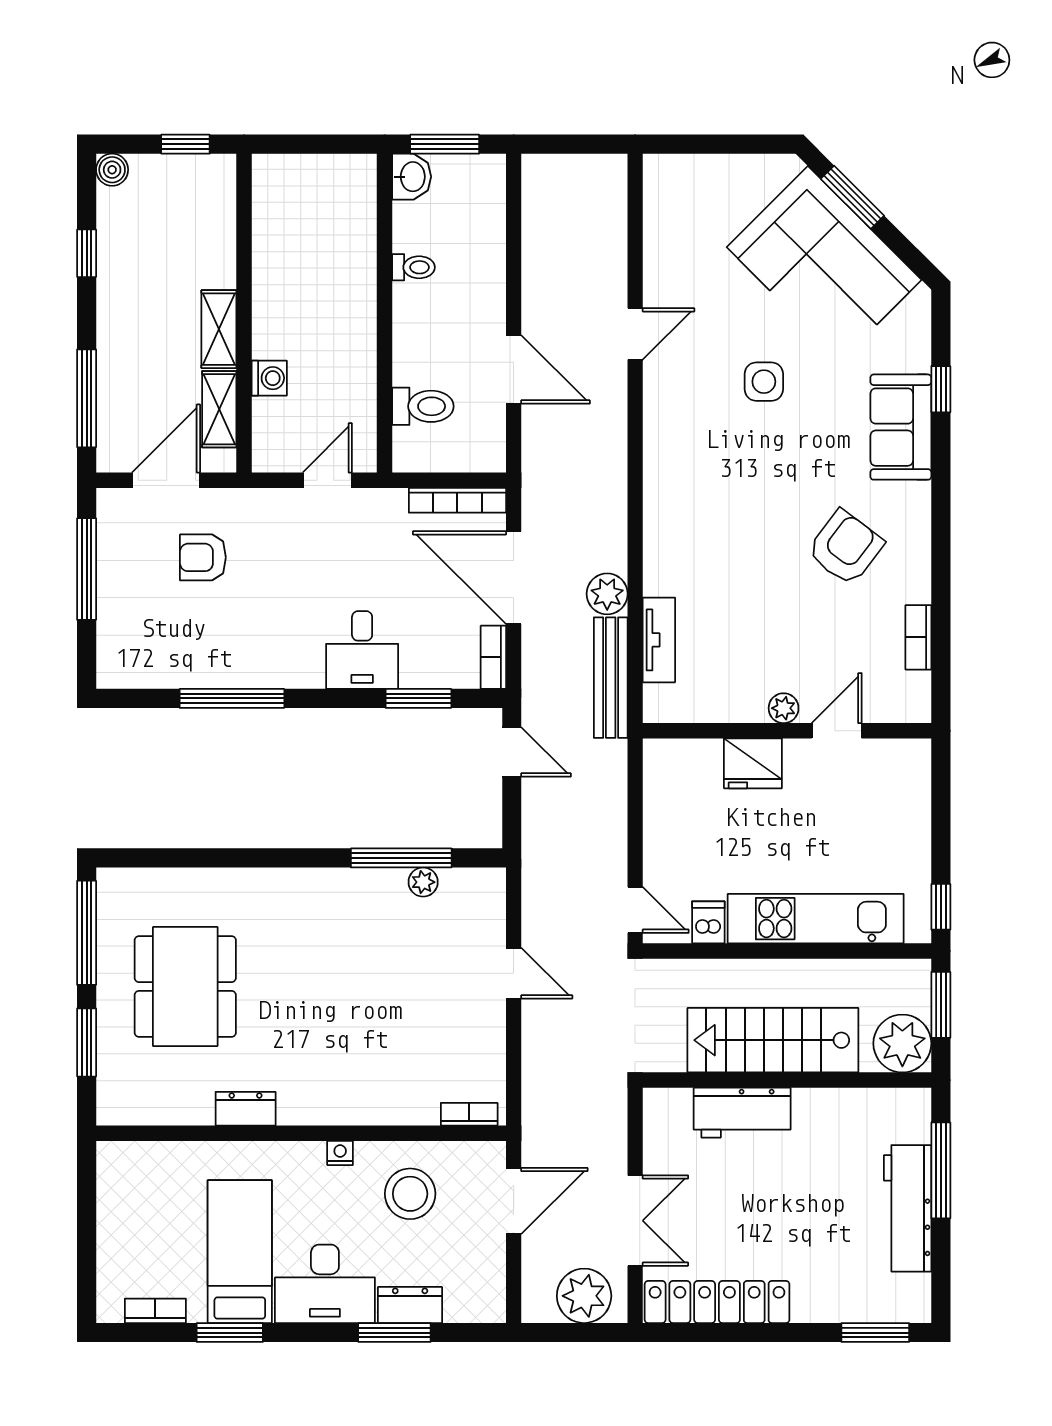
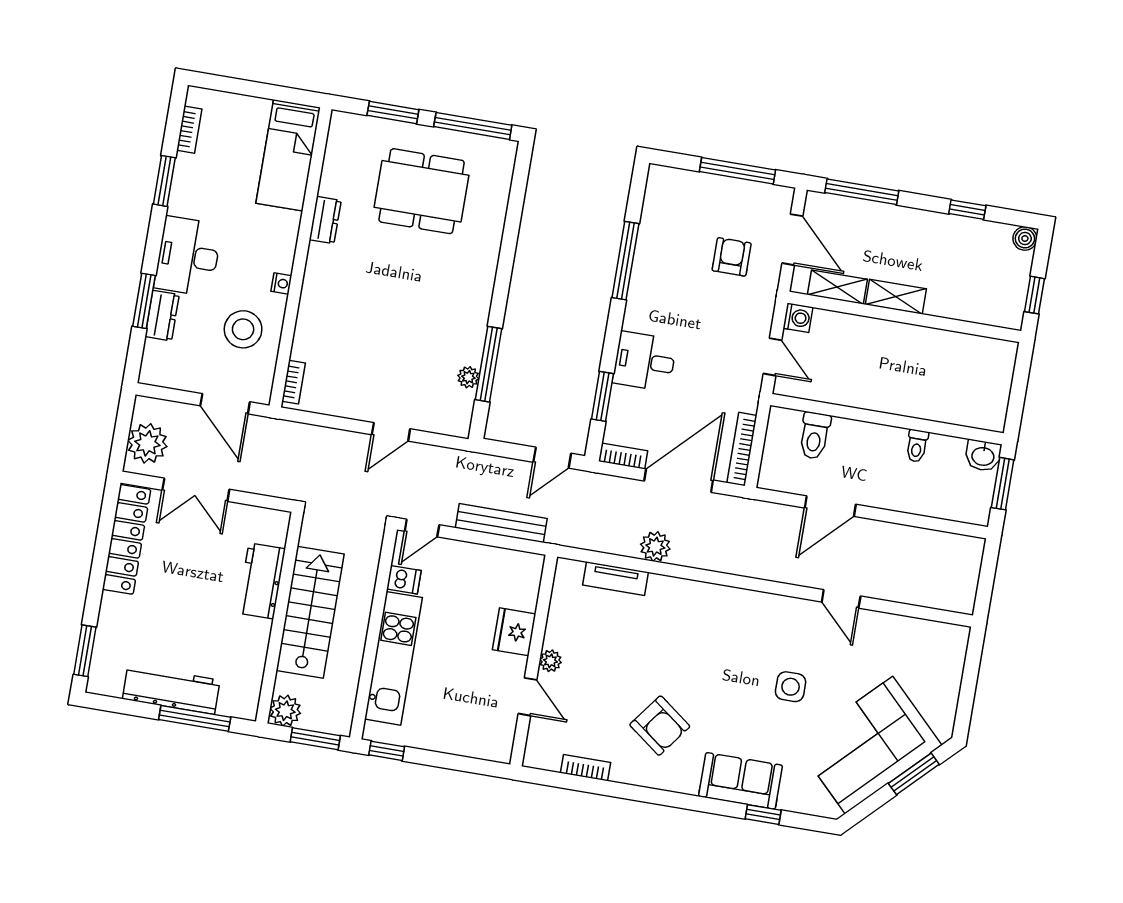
washing machine: (269, 378) -> (798, 318), moved, turned -90
bench: (611, 678) -> (501, 523), moved
plant: (902, 1043) -> (285, 711), width x0.73, depth x0.73
bed: (240, 1252) -> (288, 155), moved, turned 90

